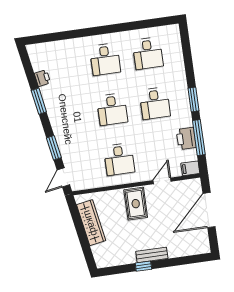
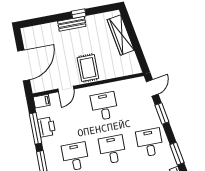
desk: (69, 115) -> (150, 143), added
wardrobe: (91, 223) -> (121, 35), moved

